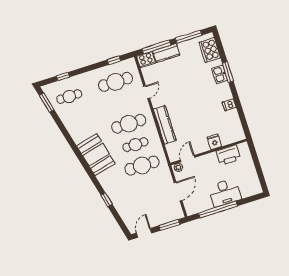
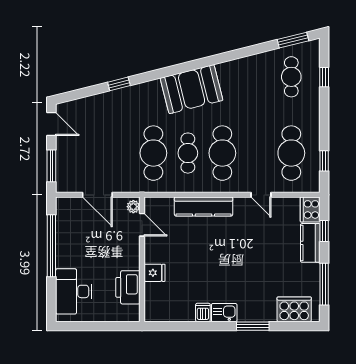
window: (156, 47) -> (324, 231), width x0.46
kitchen sink: (220, 74) -> (224, 313), moved
desk: (225, 193) -> (74, 291), moved

